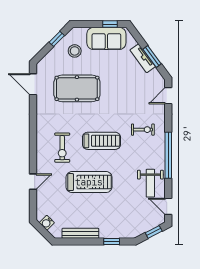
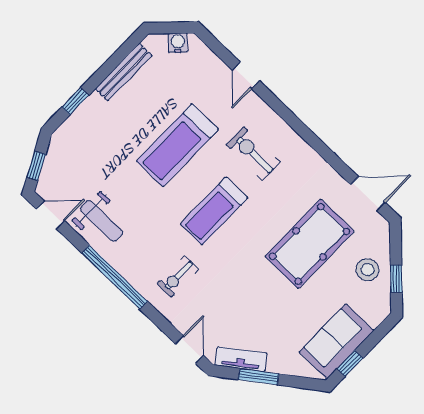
stool: (75, 51) -> (368, 270), moved
tv unit: (143, 58) -> (241, 359), moved
weight bench: (150, 183) -> (101, 221), turned 180

